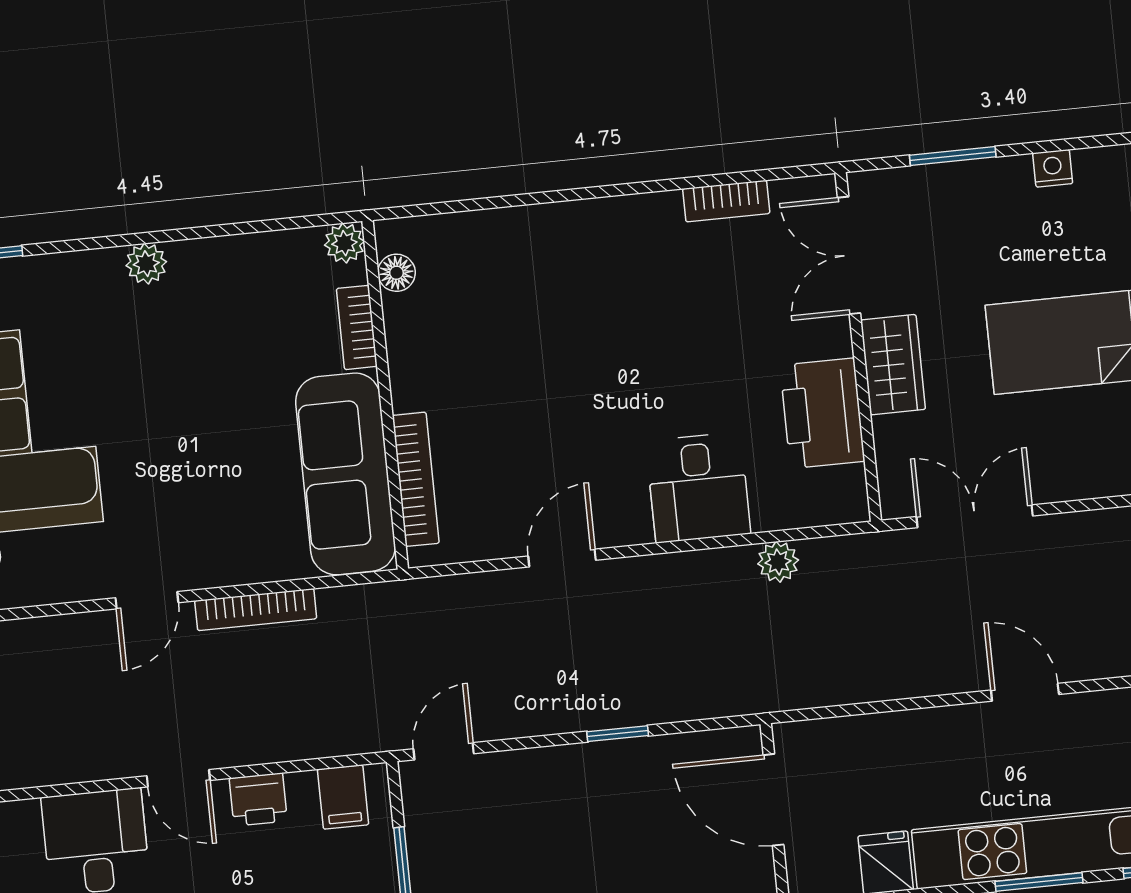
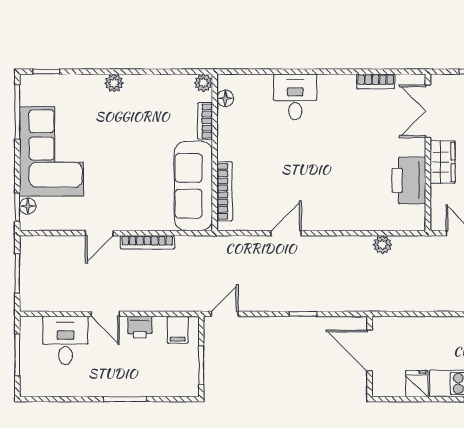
desk: (698, 488) -> (295, 97), moved, turned 180

